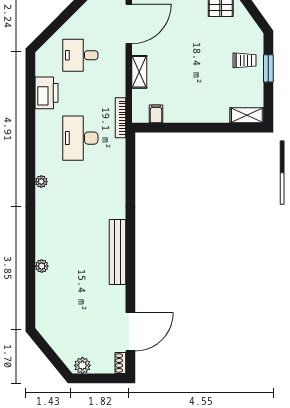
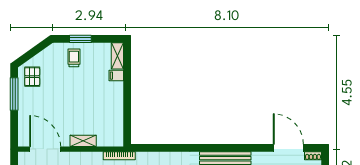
filing cabinet: (156, 114) -> (116, 76), moved

